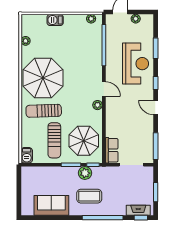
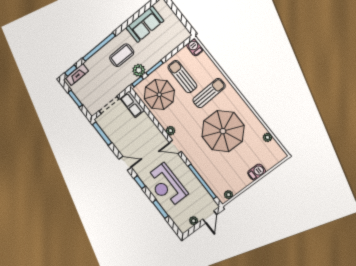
parasol: (43, 78) -> (223, 131), moved

